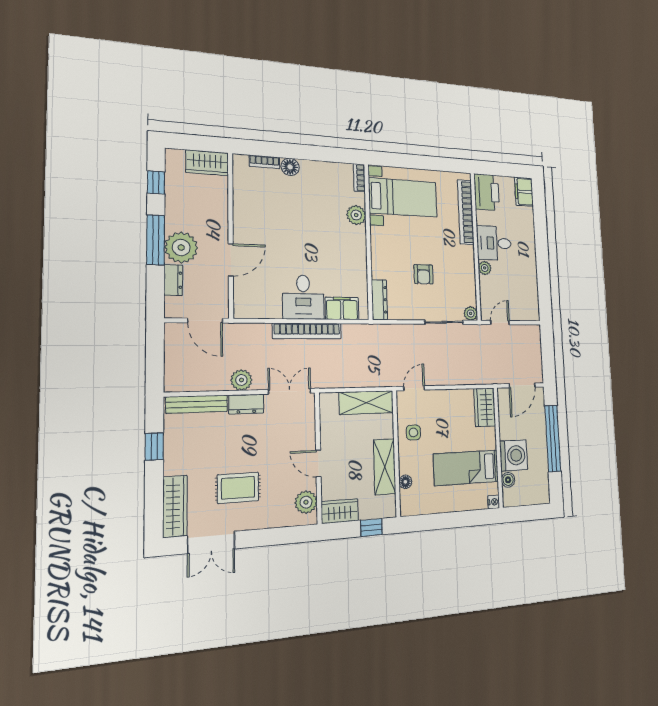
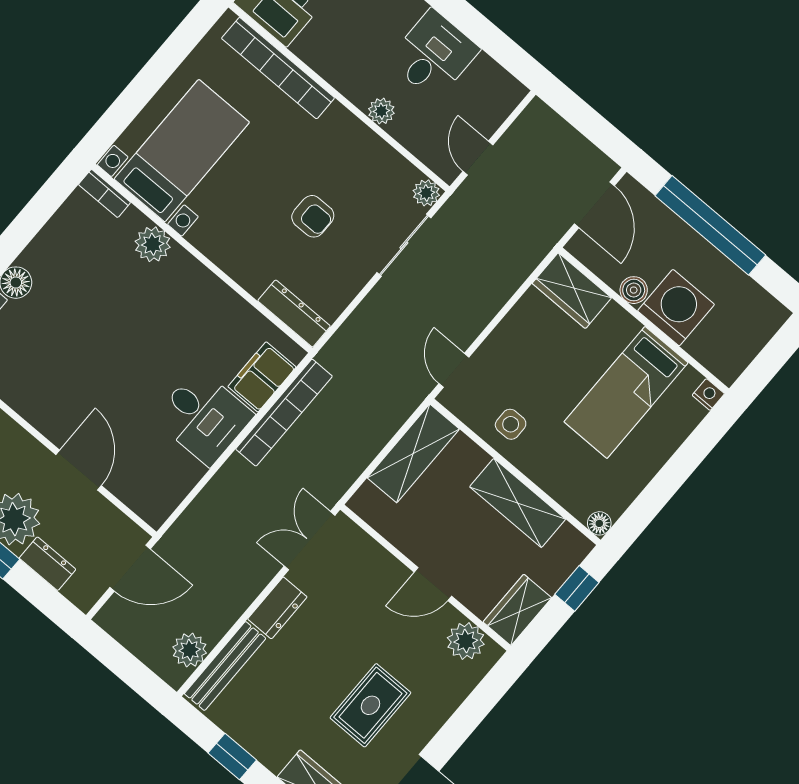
desk: (494, 243) -> (434, 55), moved, turned 180
bookcase: (307, 331) -> (284, 413), moved
plant: (241, 380) -> (190, 650), moved
boiler: (508, 480) -> (634, 290), moved
floor lamp: (405, 482) -> (599, 523), moved

